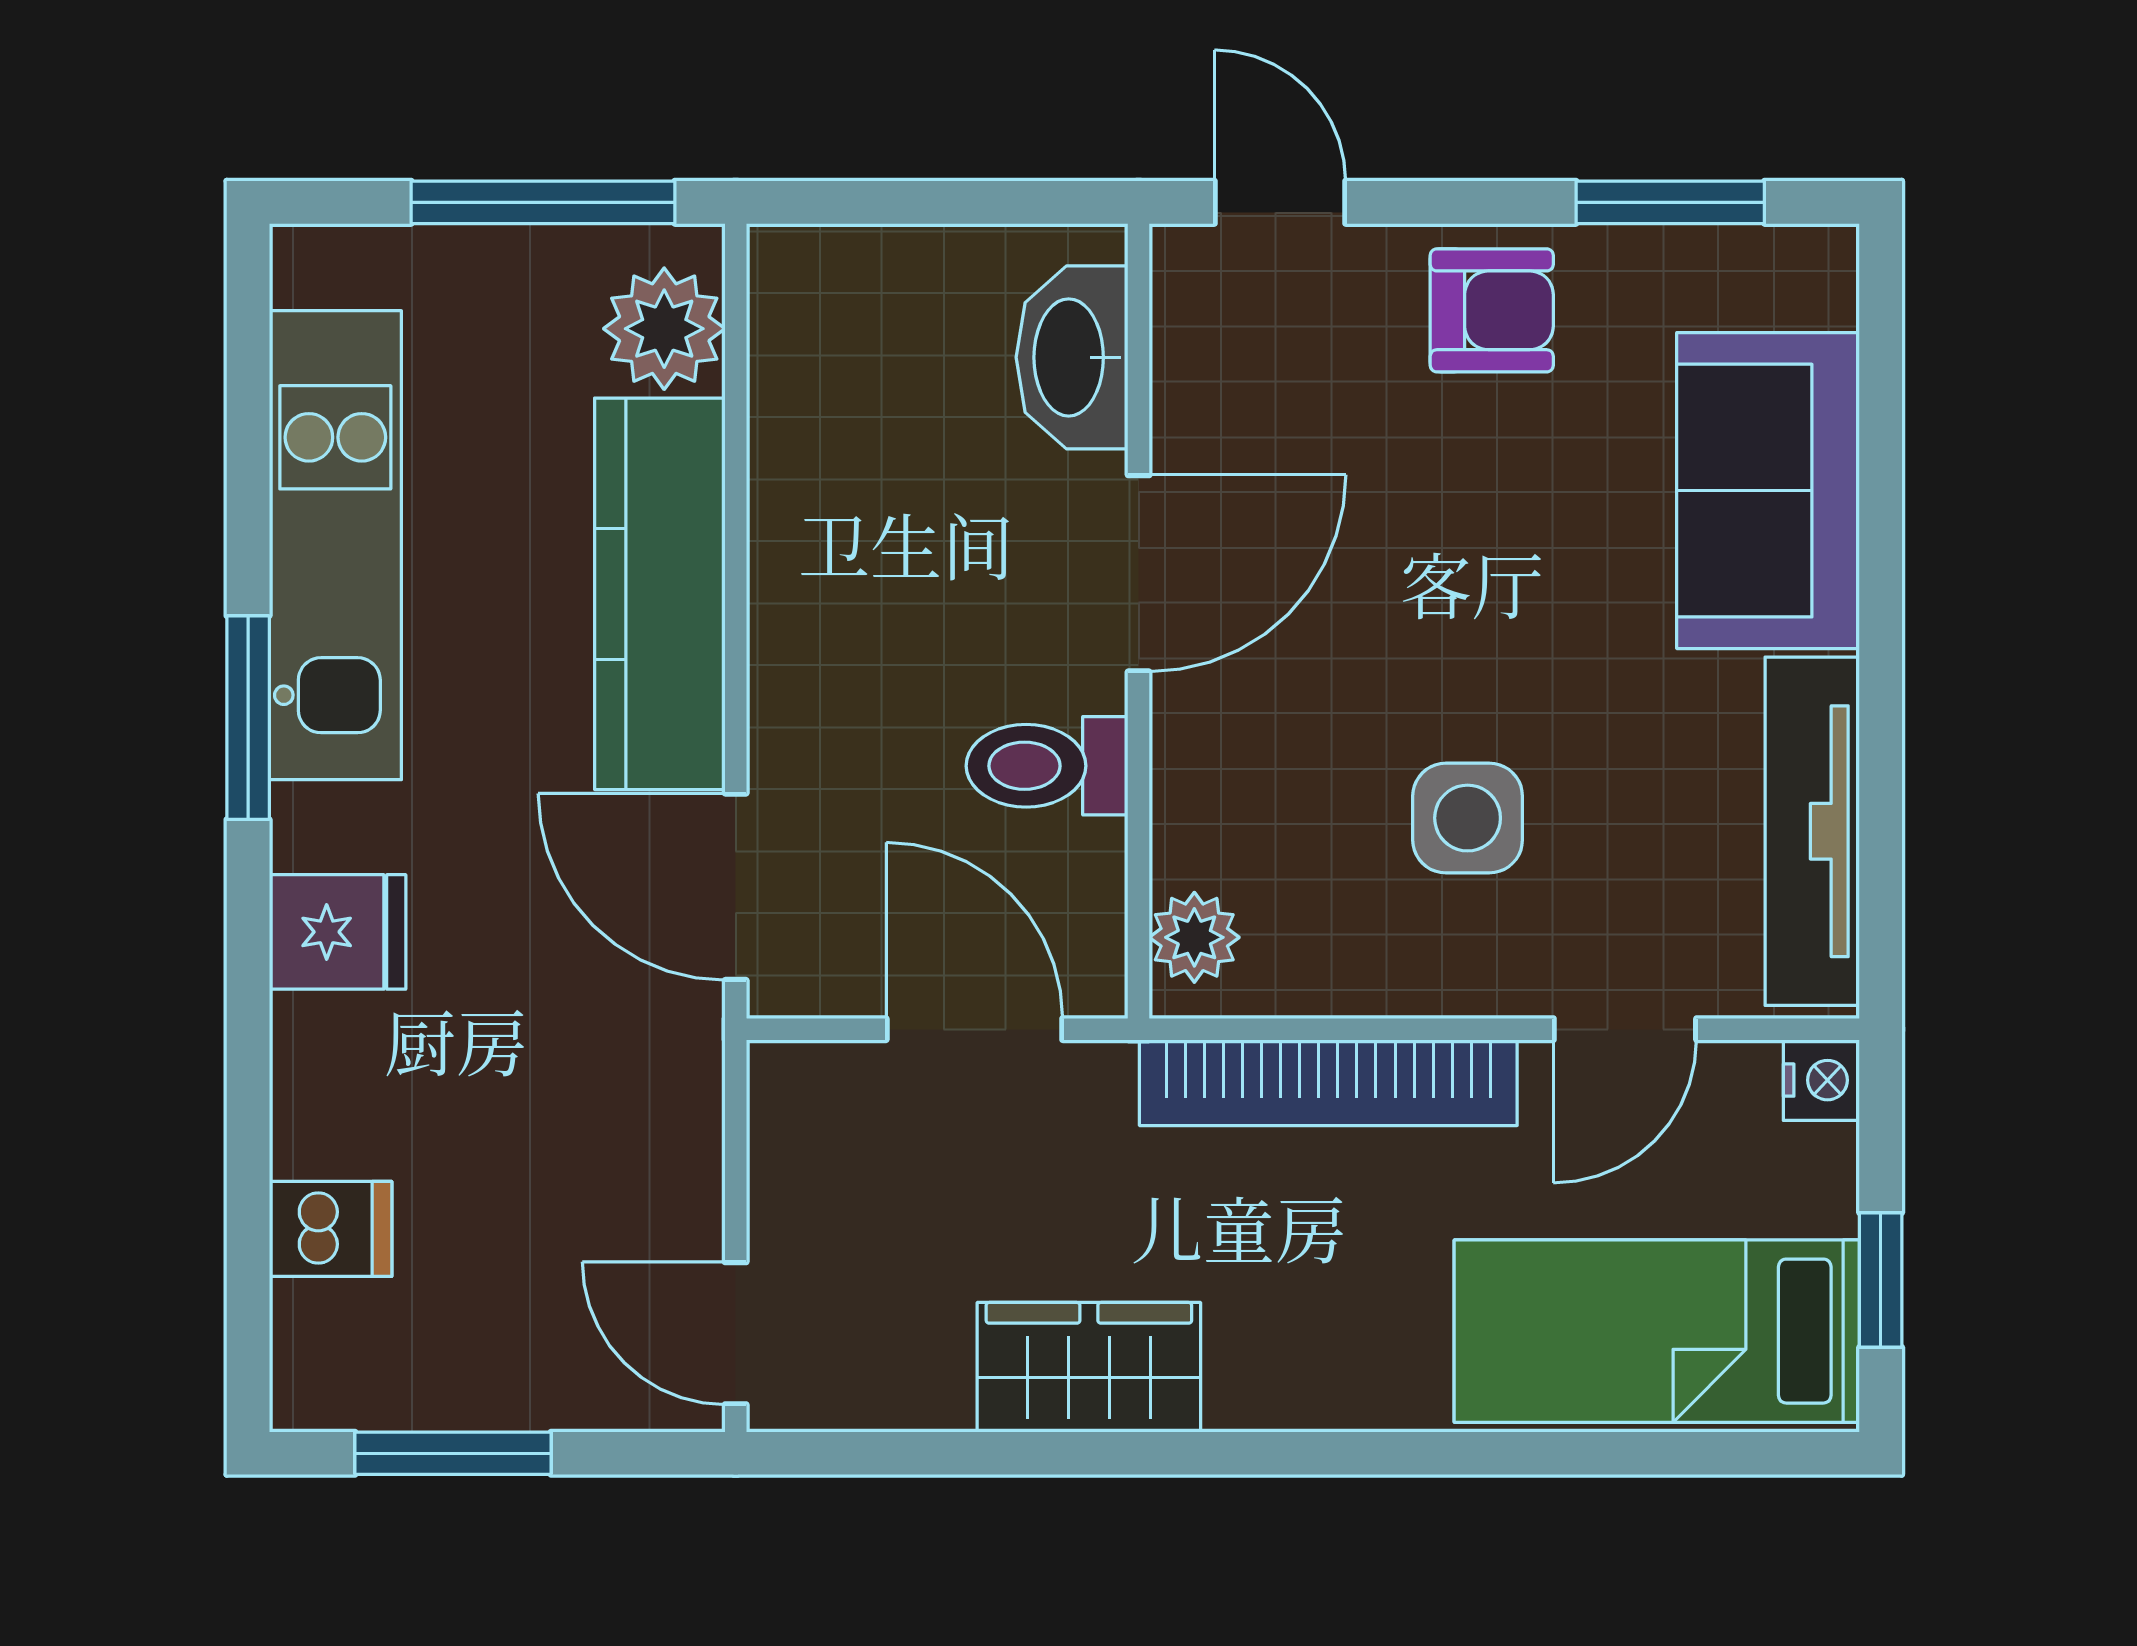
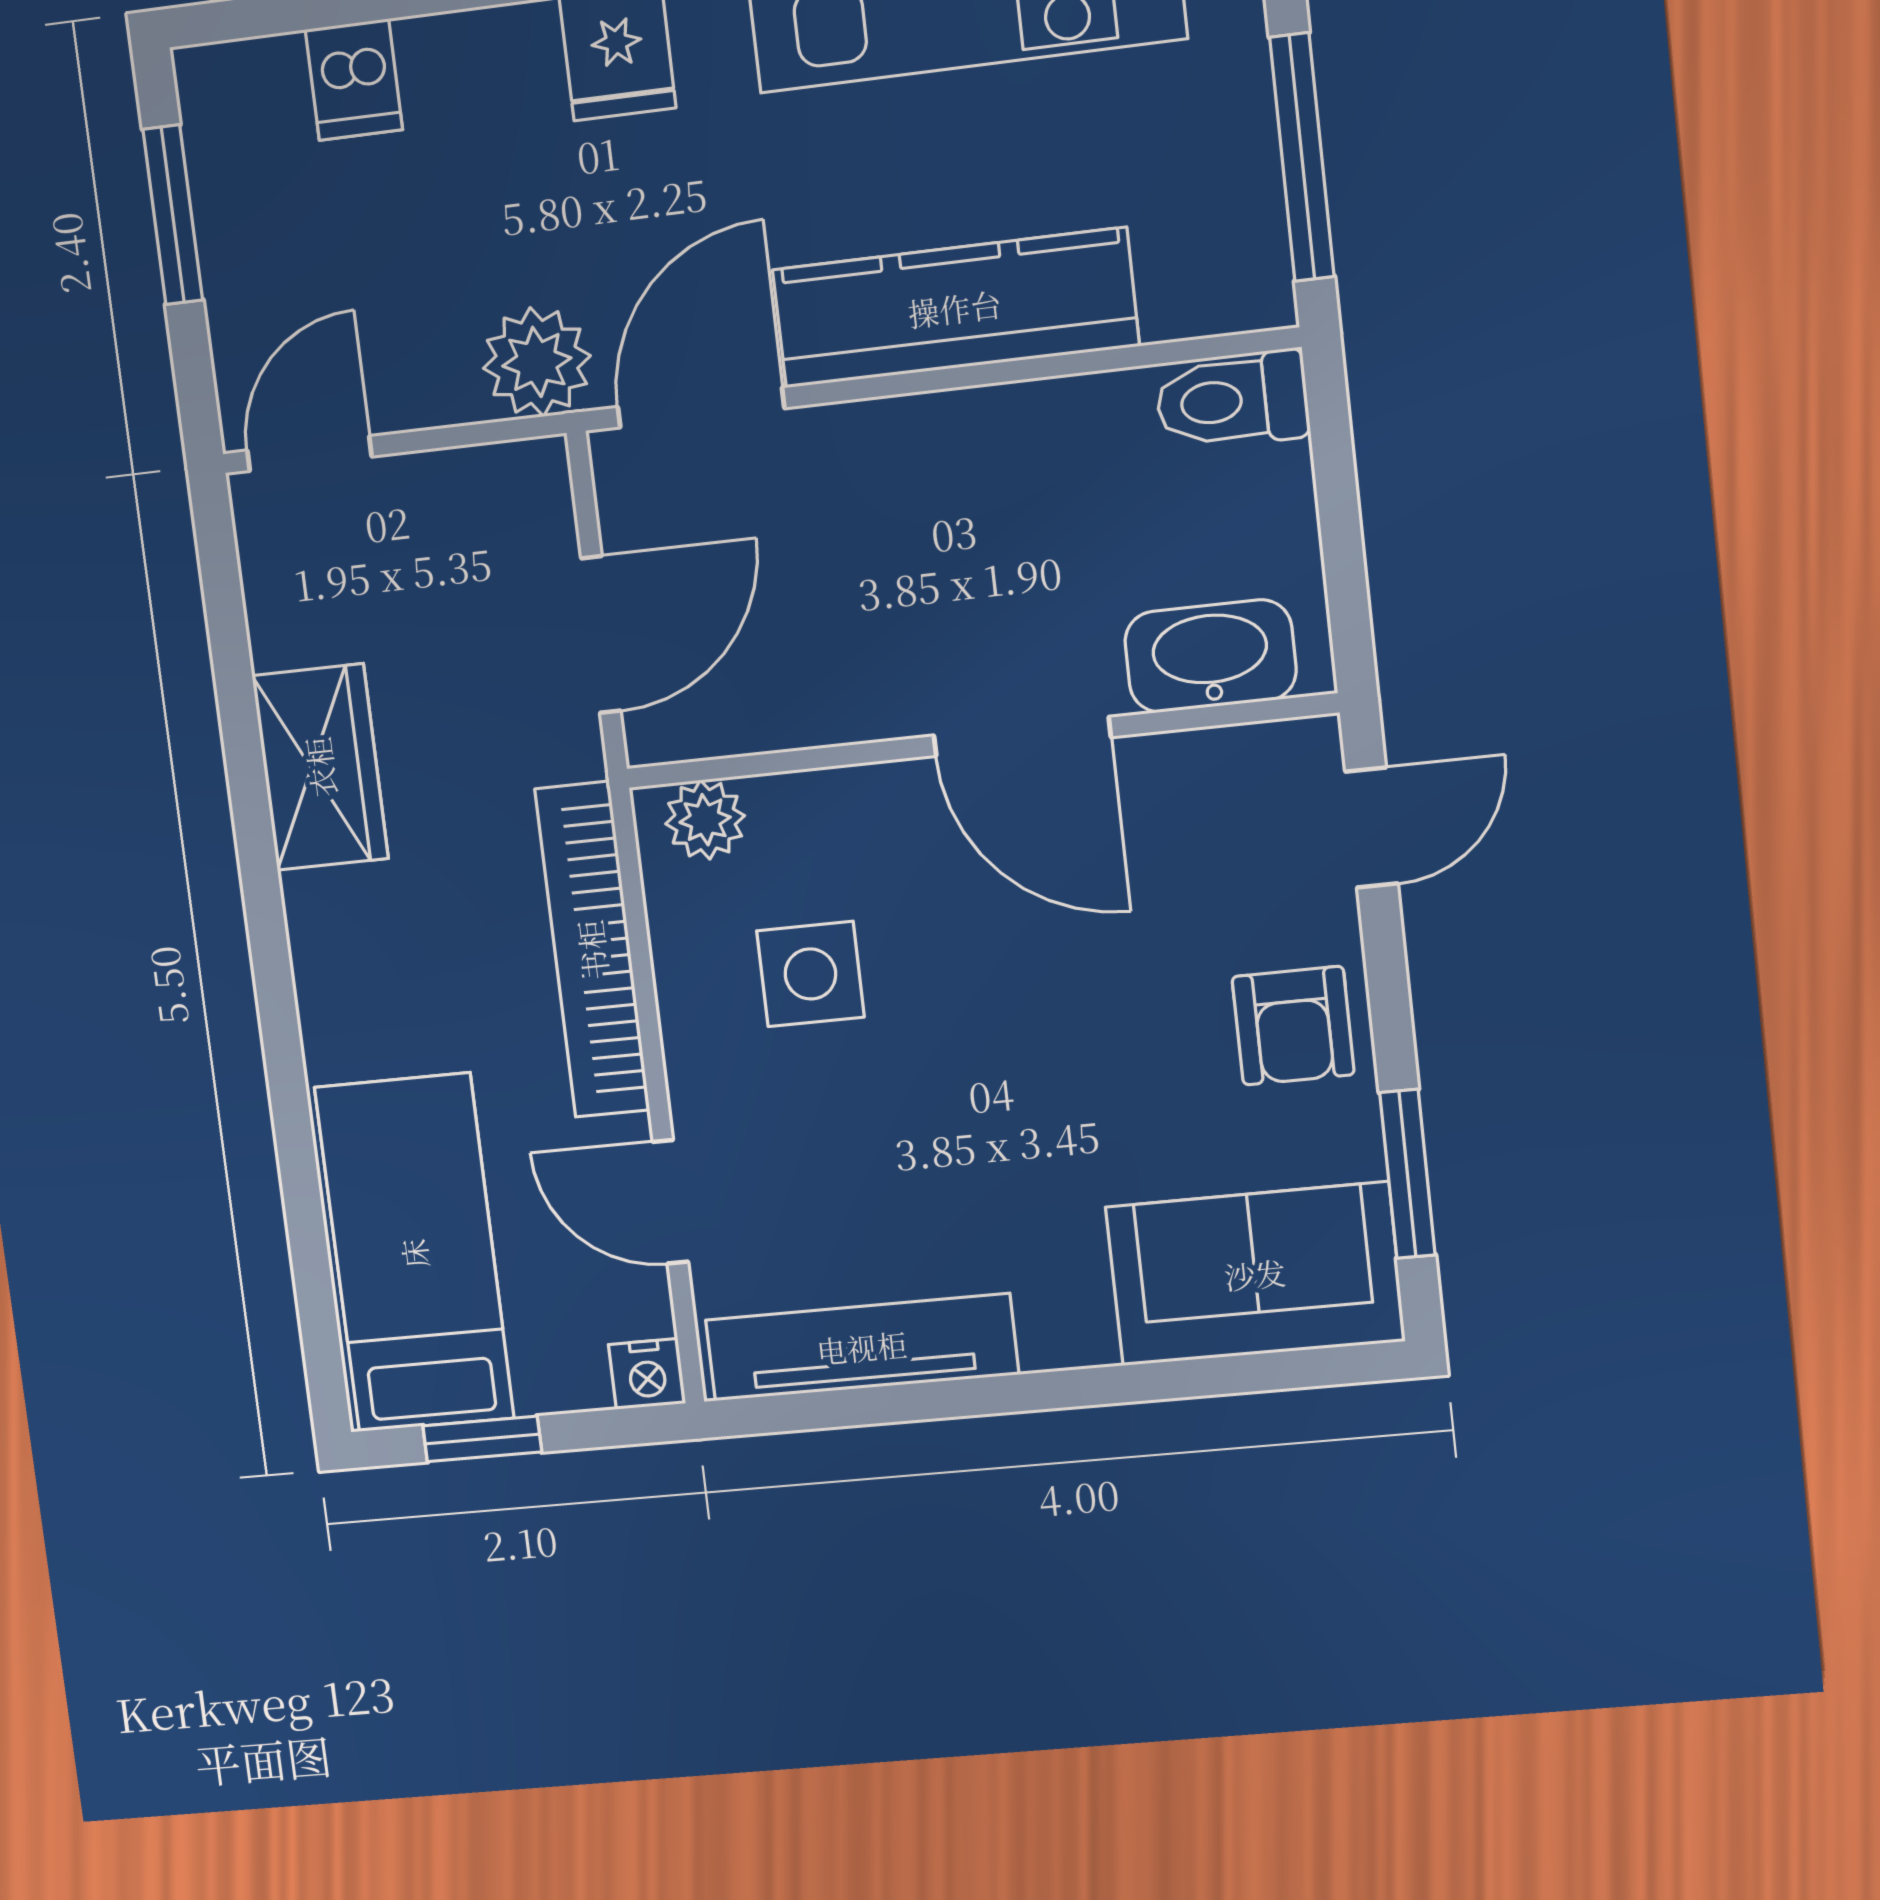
plant: (664, 329) -> (537, 362), moved
sofa: (1768, 491) -> (1255, 1274), moved
toilet: (1047, 766) -> (1232, 400), moved, turned -90
side table: (1468, 818) -> (810, 974), moved

